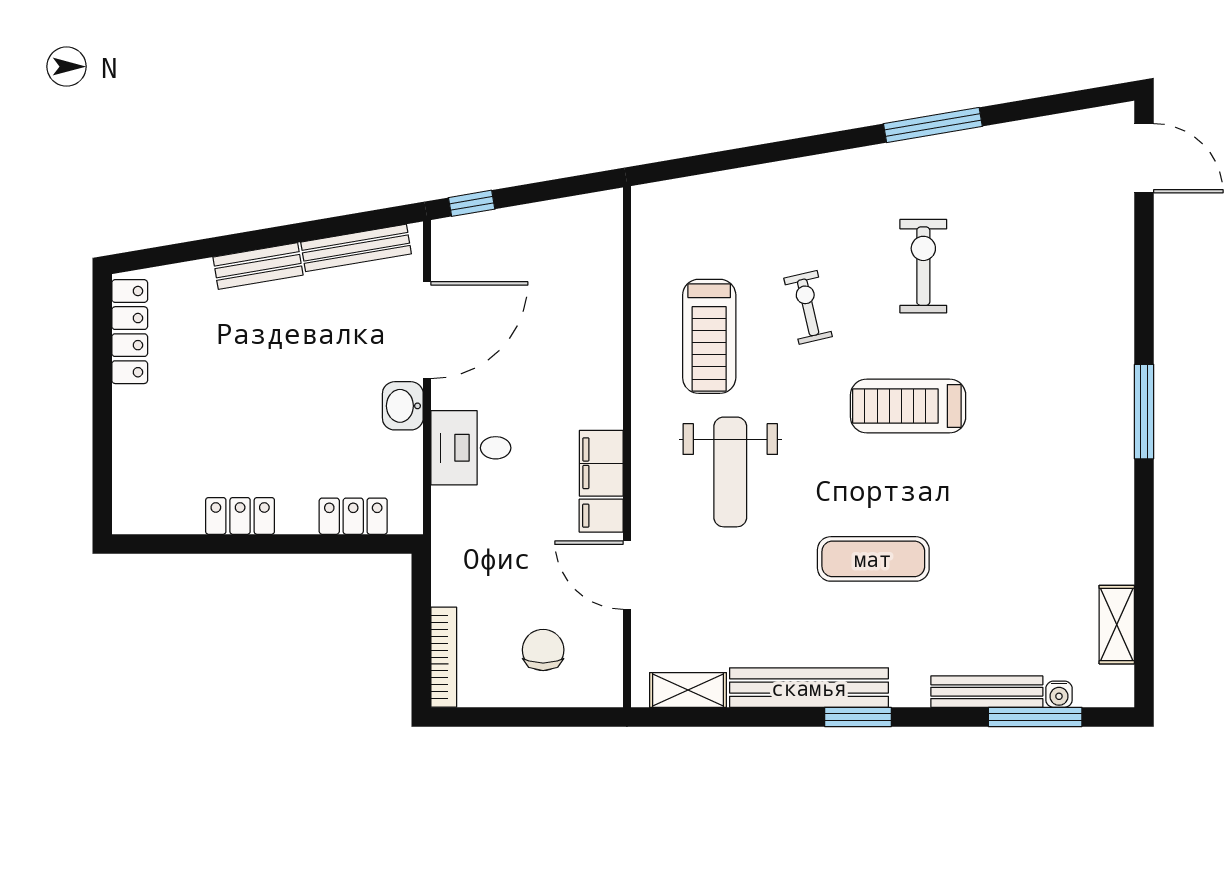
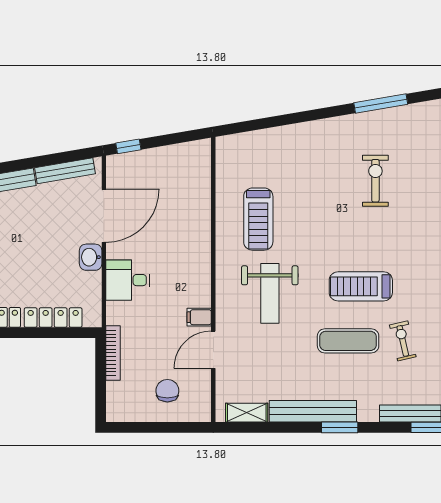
exercise bike: (808, 307) -> (403, 341), moved
treadmill: (908, 406) -> (361, 286), moved
filing cabinet: (601, 463) -> (199, 289), removed
locker: (353, 516) -> (53, 317), width x1.53
door: (627, 575) -> (213, 350), hinge flipped
bookcase: (444, 657) -> (113, 353), moved

